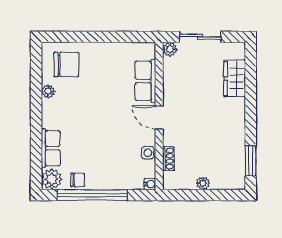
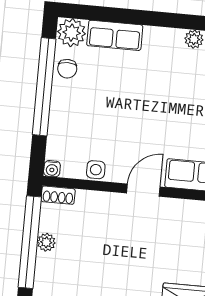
shoe rack: (168, 158) -> (58, 195), moved
window: (204, 195) -> (30, 242), added

